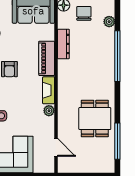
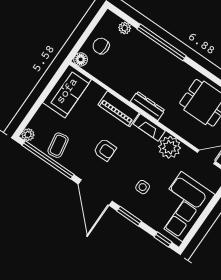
dresser: (63, 44) -> (148, 106), moved
plant: (49, 111) -> (170, 147), width x1.88, depth x1.88

